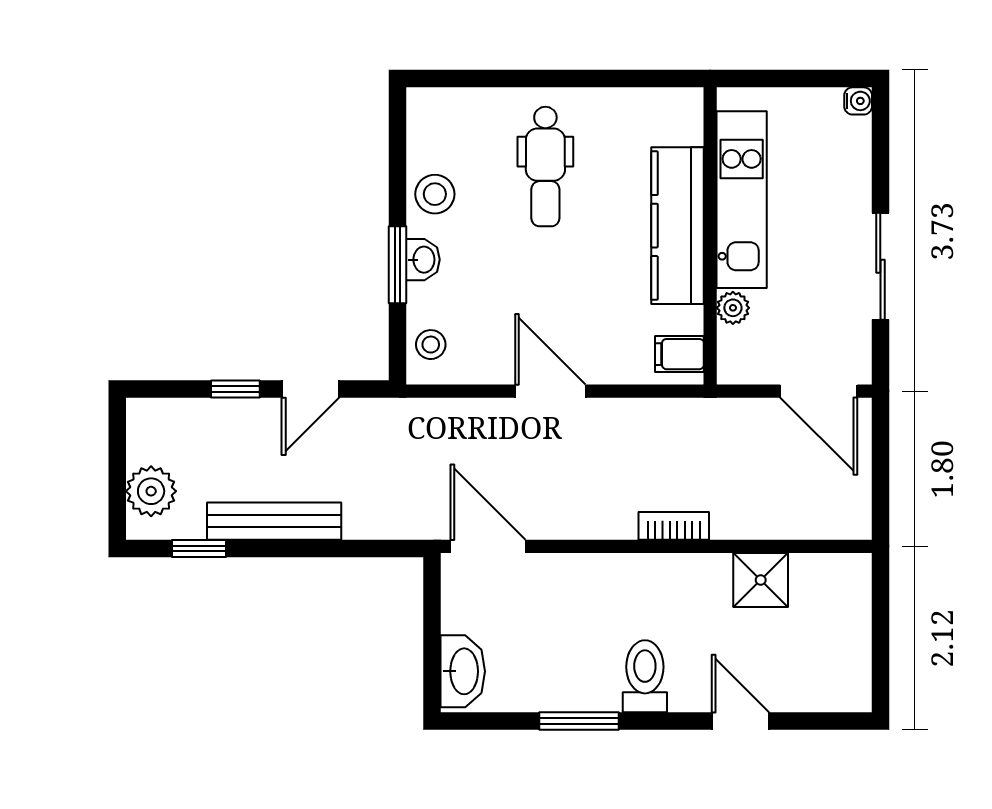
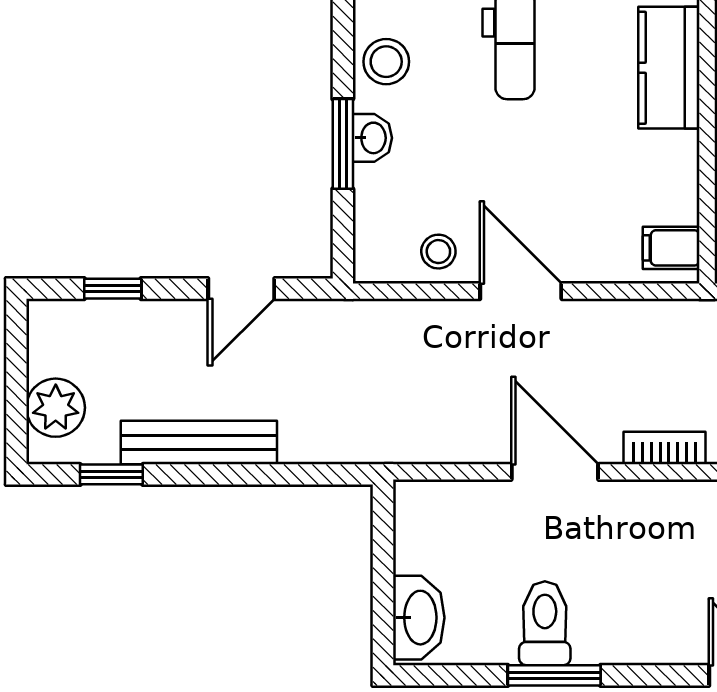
kitchen counter: (678, 226) -> (669, 68), width x0.67
stool: (431, 345) -> (438, 252), moved
window: (235, 389) -> (113, 289), moved
door: (488, 546) -> (555, 472), moved
toilet: (645, 676) -> (545, 623), moved

